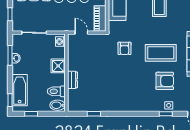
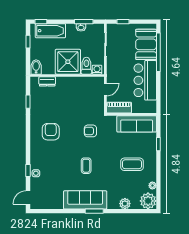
coffee table: (161, 53) -> (86, 166), width x0.54, depth x0.58
shower: (58, 66) -> (68, 62), width x1.86, depth x1.86
dresser: (73, 80) -> (47, 81), moved
armchair: (165, 81) -> (51, 132), moved, turned 180
toilet: (56, 91) -> (86, 66), moved

